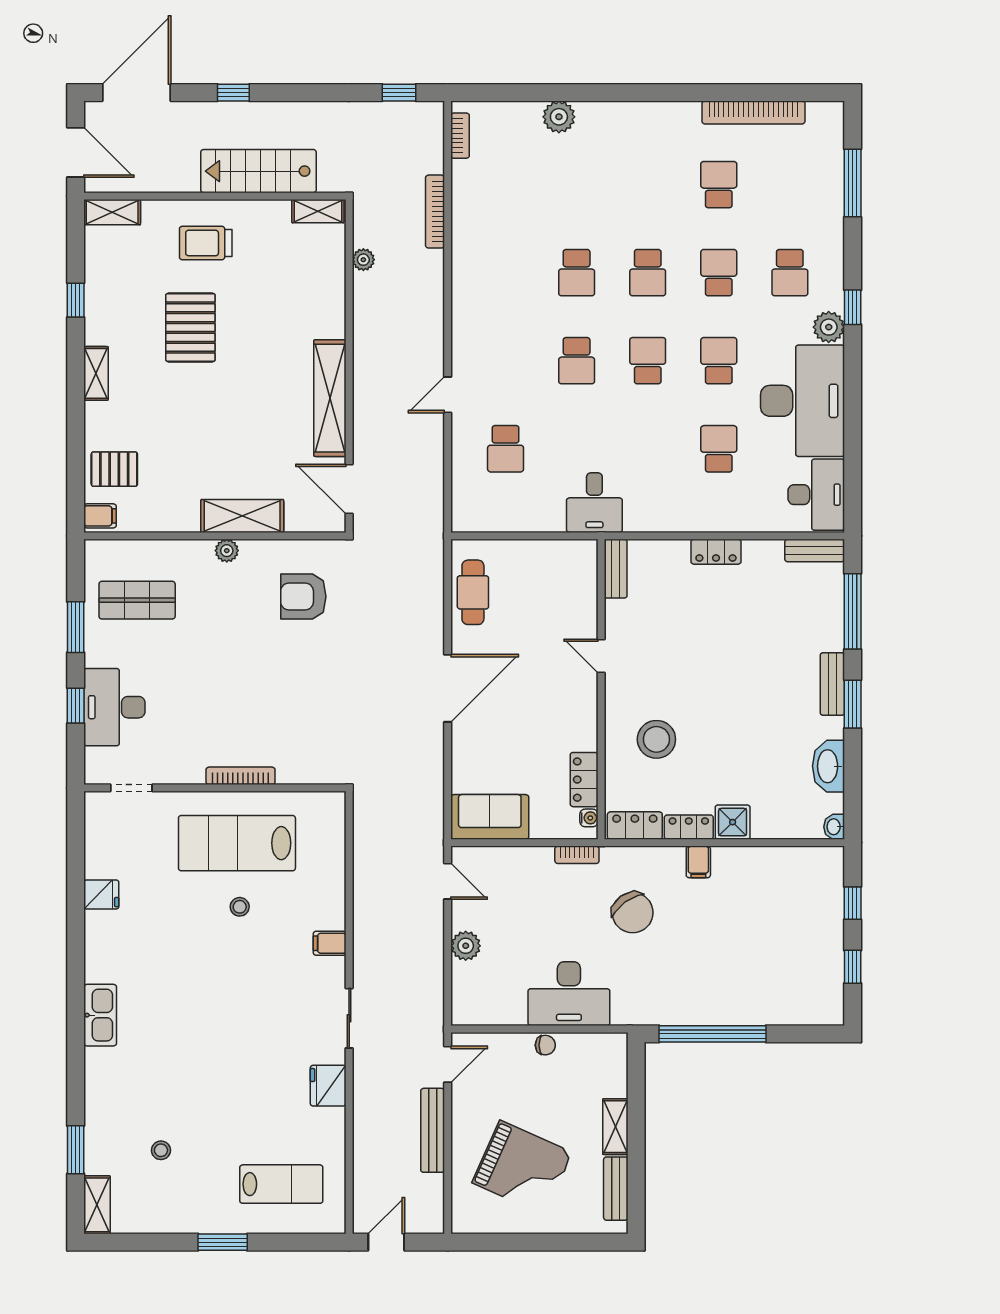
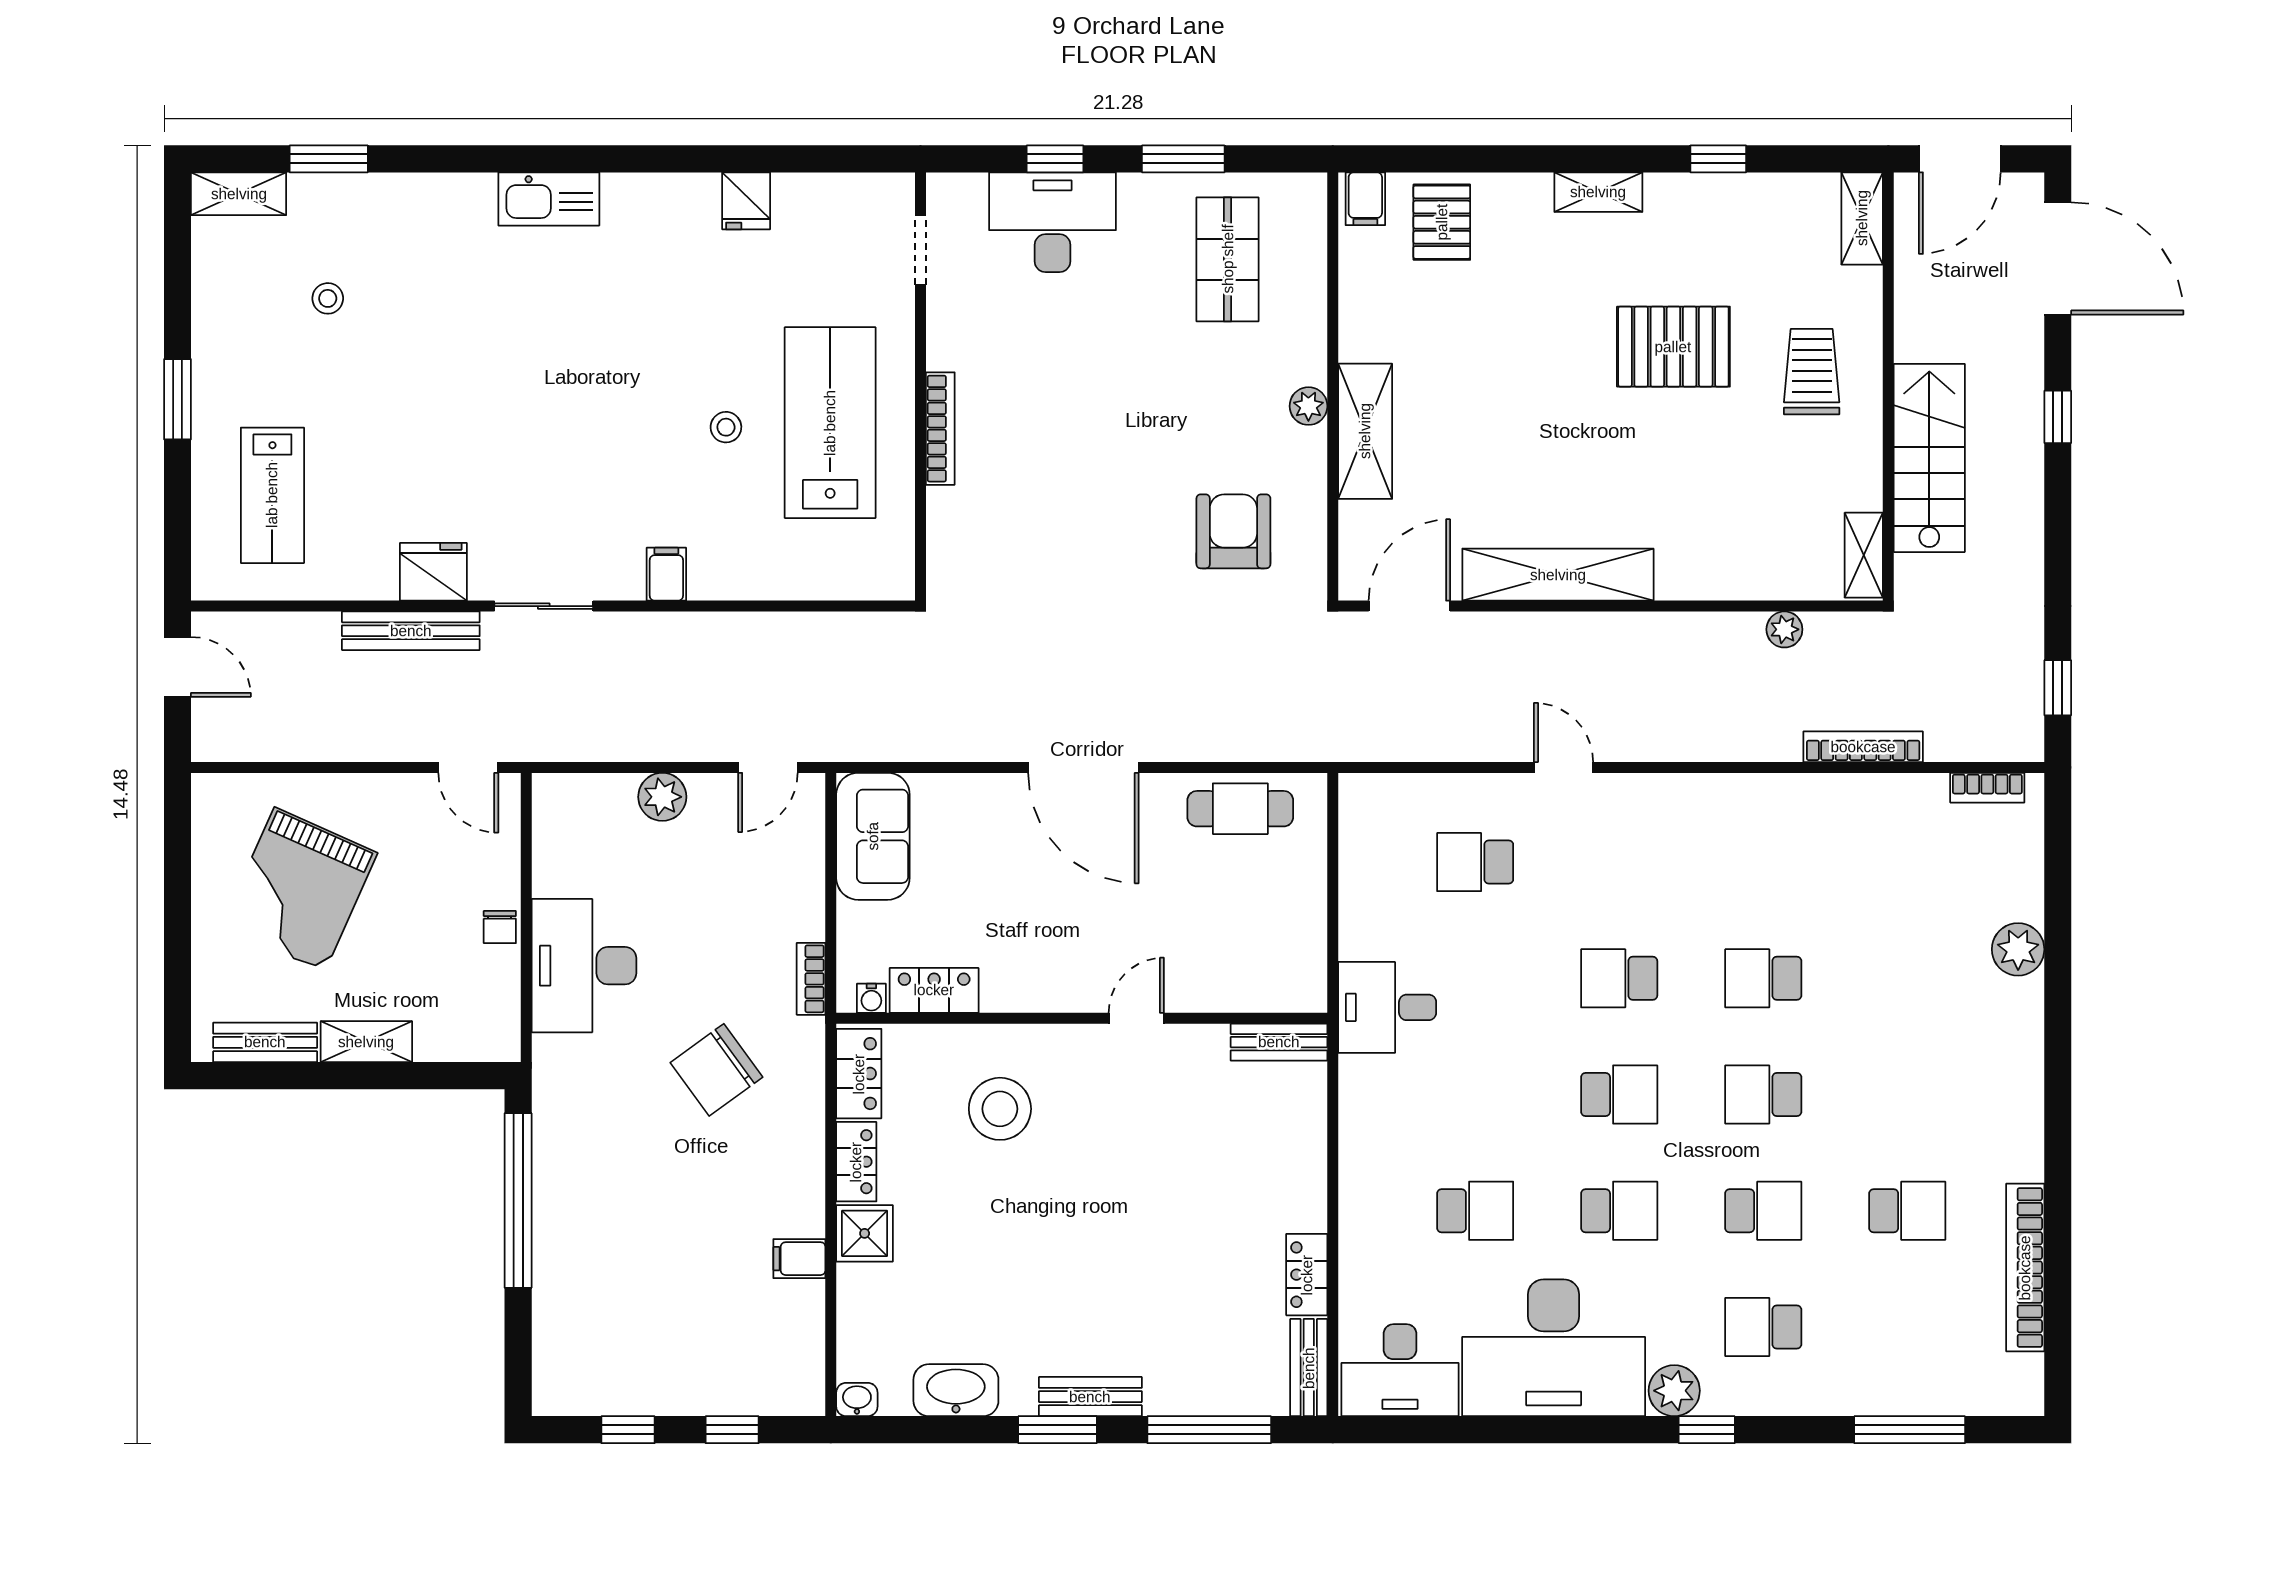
locker: (716, 552) -> (1307, 1275), moved
filing cabinet: (698, 862) -> (799, 1259), moved
bench: (433, 1130) -> (411, 631), moved

